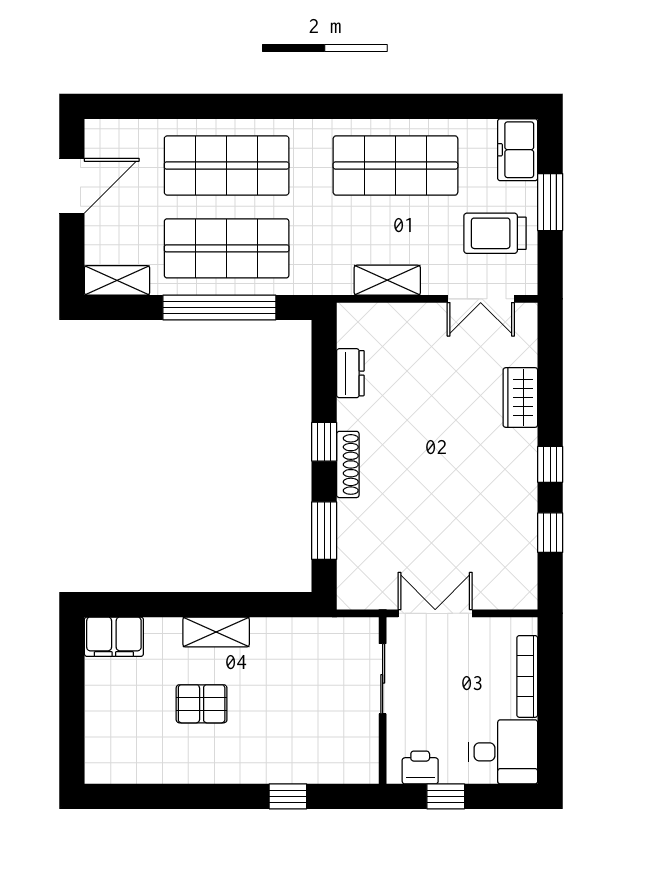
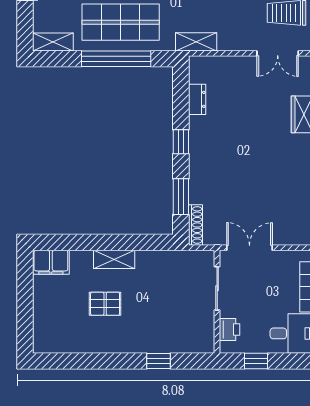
shelving: (387, 280) -> (196, 42), moved
shoe rack: (348, 464) -> (196, 225), moved
printer: (420, 768) -> (229, 329), moved, turned 90

